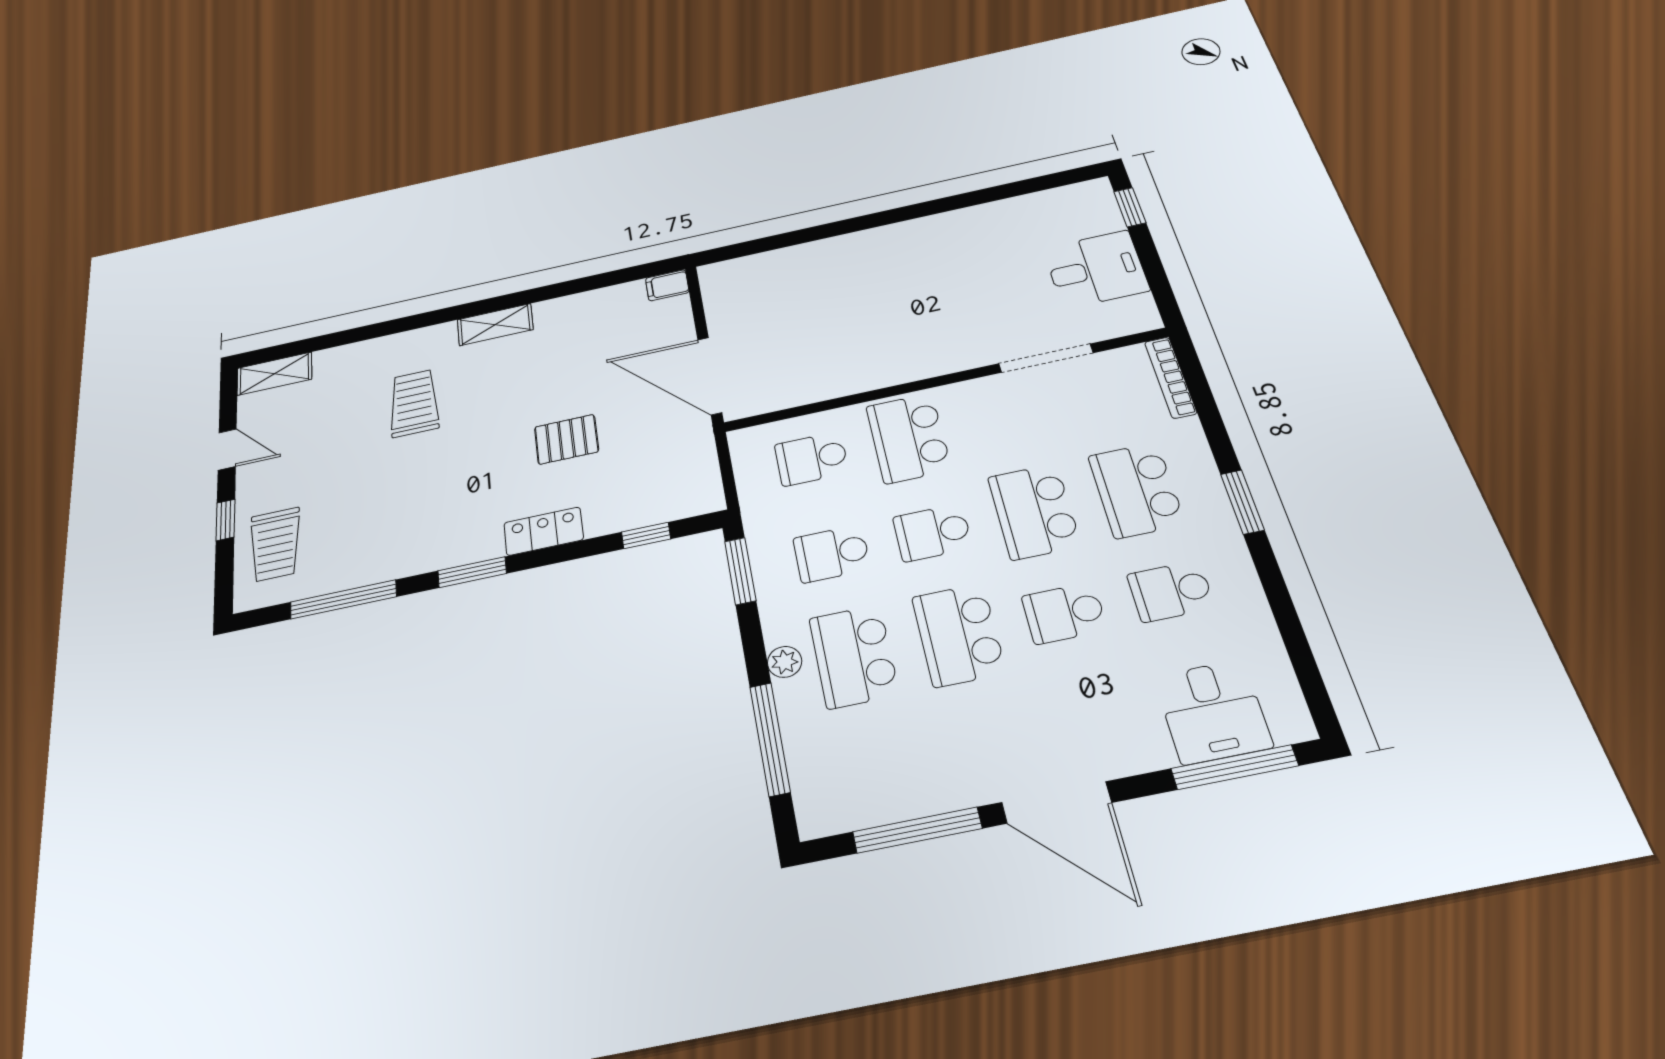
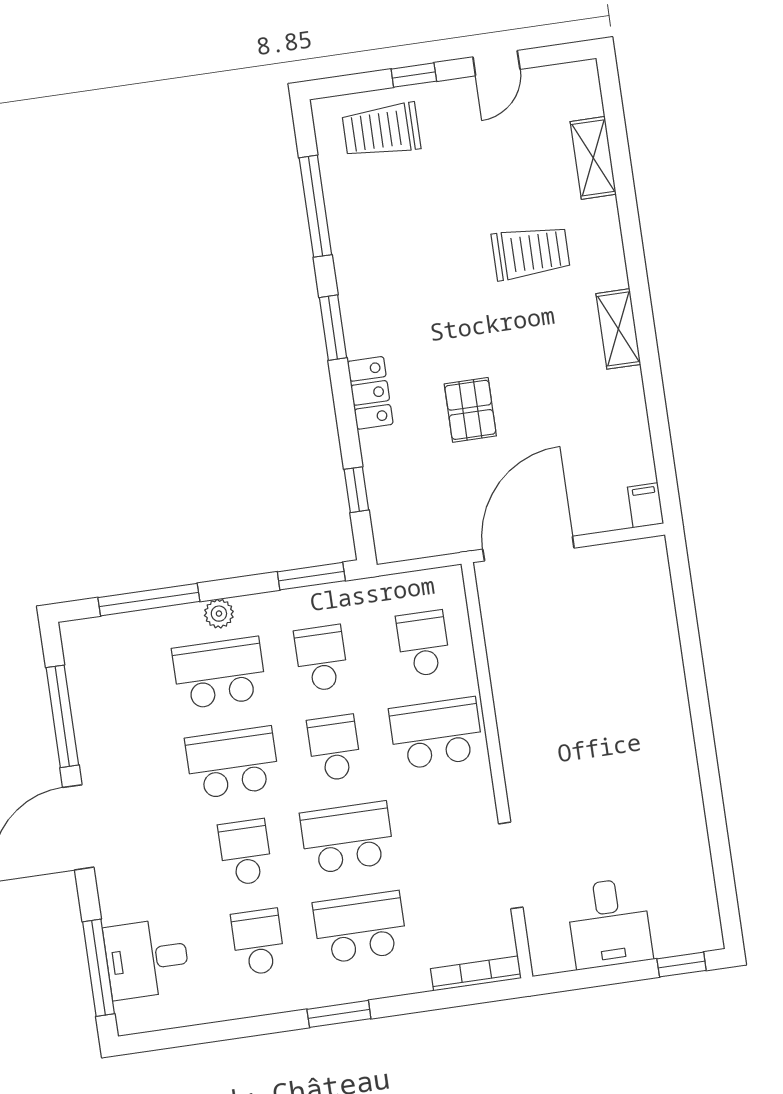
shelving: (274, 374) -> (593, 158), moved

